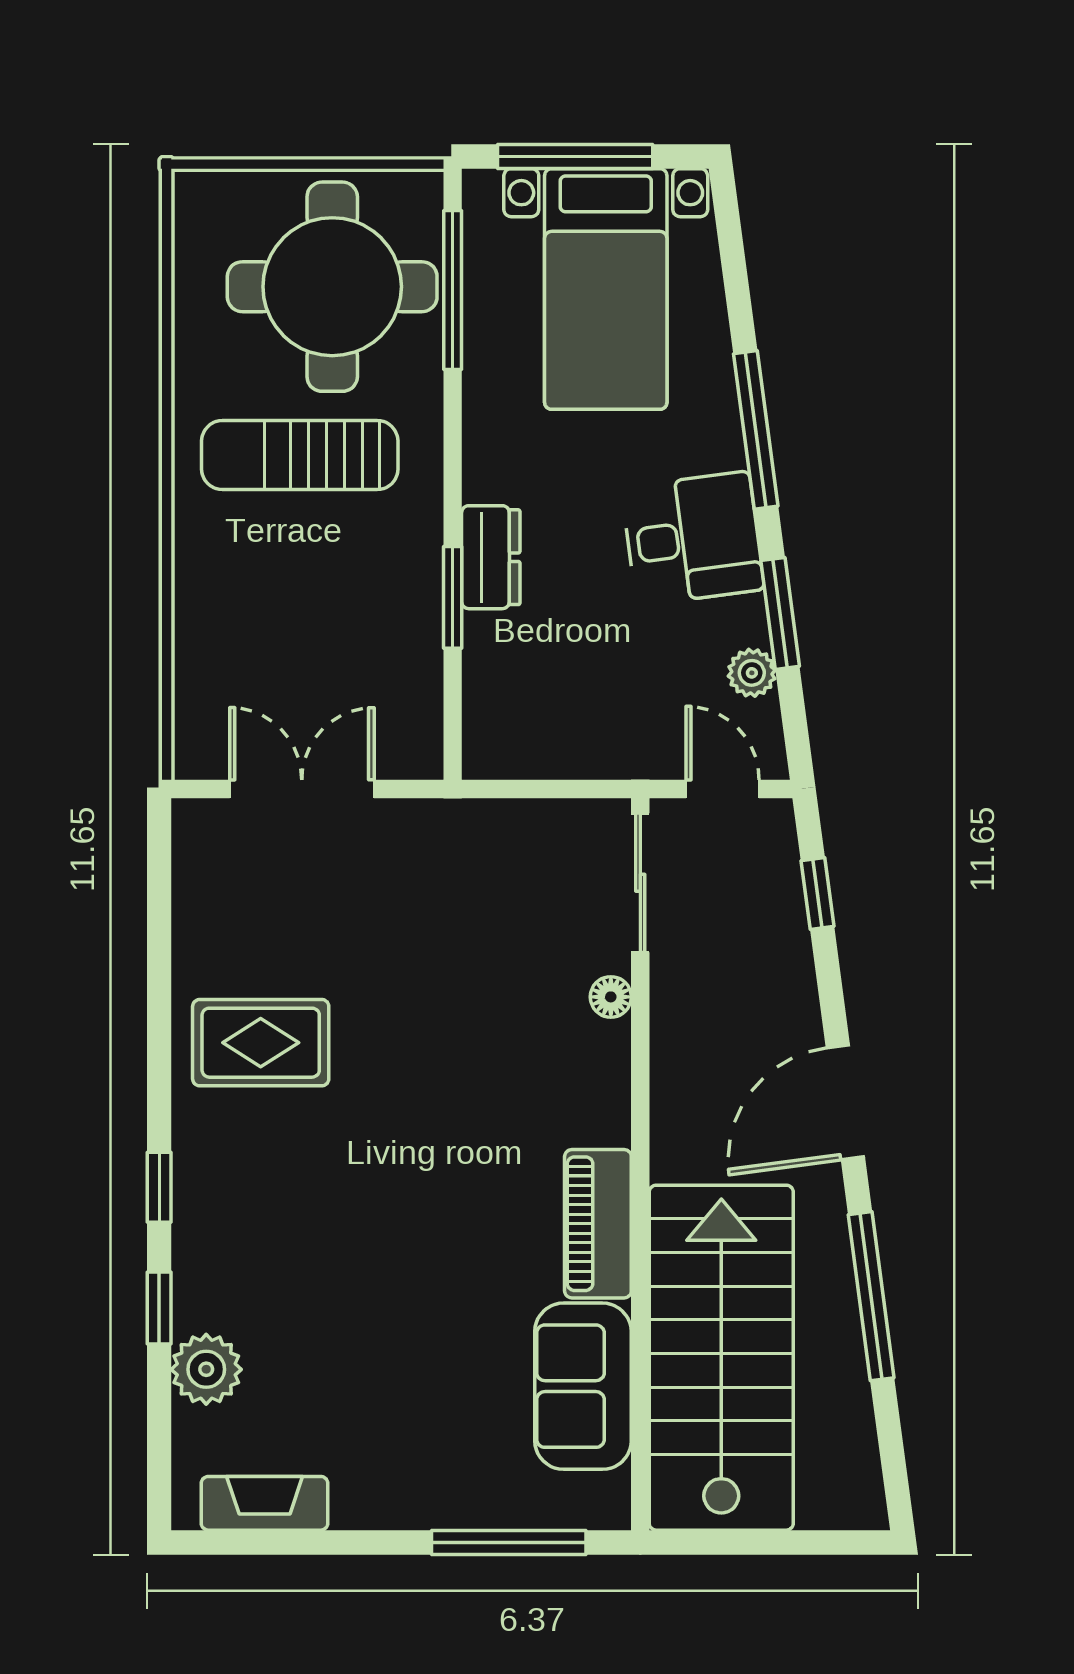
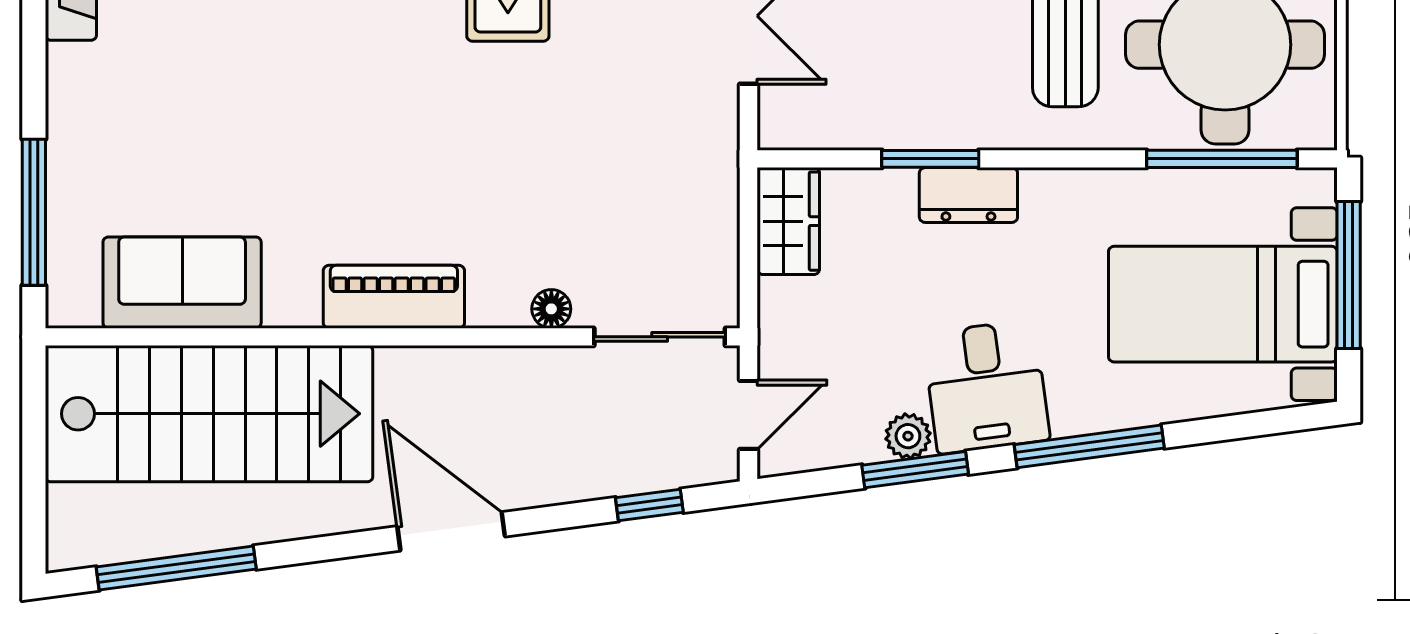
plant: (752, 673) -> (908, 436), moved
wardrobe: (518, 747) -> (788, 221), added
piano: (598, 1224) -> (394, 297), moved
window: (871, 1296) -> (176, 568), moved

